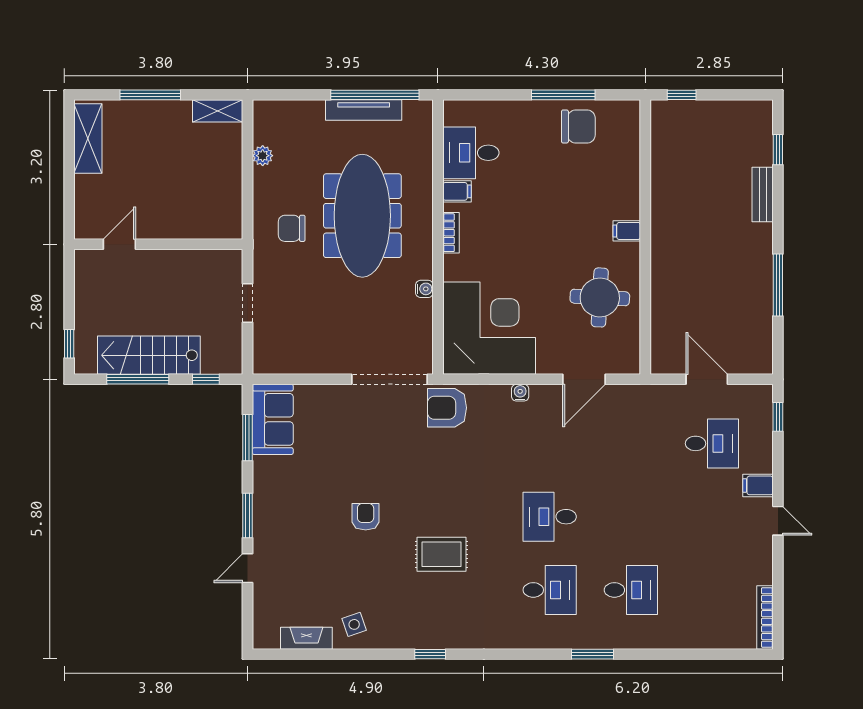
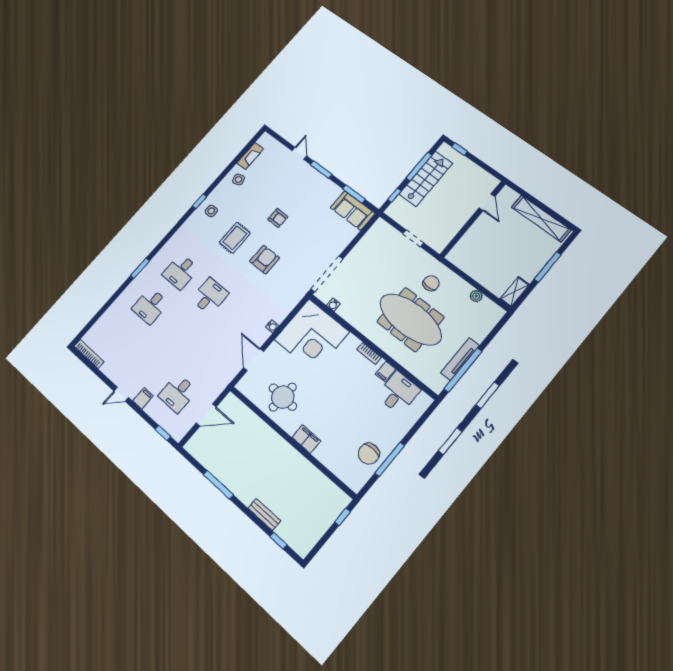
shelving: (88, 138) -> (541, 218), width x1.47
filing cabinet: (627, 231) -> (306, 439), width x2.00
water cooler: (424, 289) -> (333, 305), moved
armchair: (447, 408) -> (265, 260), moved
side table: (430, 624) -> (211, 211), added

